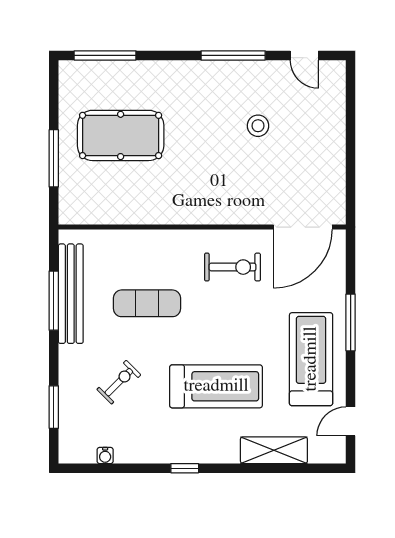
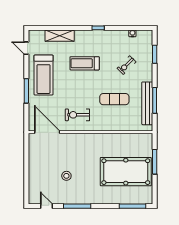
pool table: (121, 135) -> (126, 172), width x1.36, depth x1.32
door: (303, 227) -> (47, 132), hinge flipped
treadmill: (216, 386) -> (85, 63), width x0.73, depth x0.73
door: (351, 421) -> (26, 48), swing flipped

